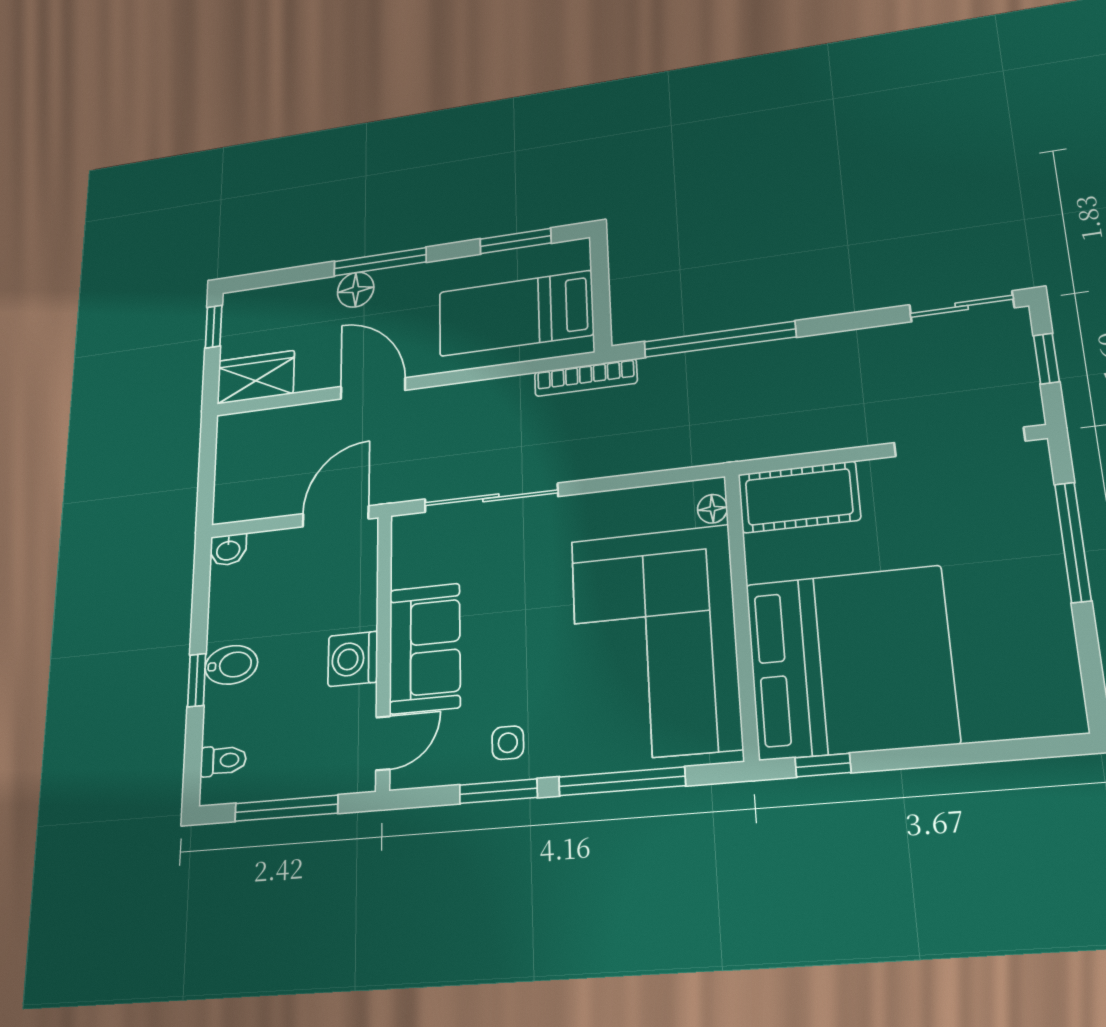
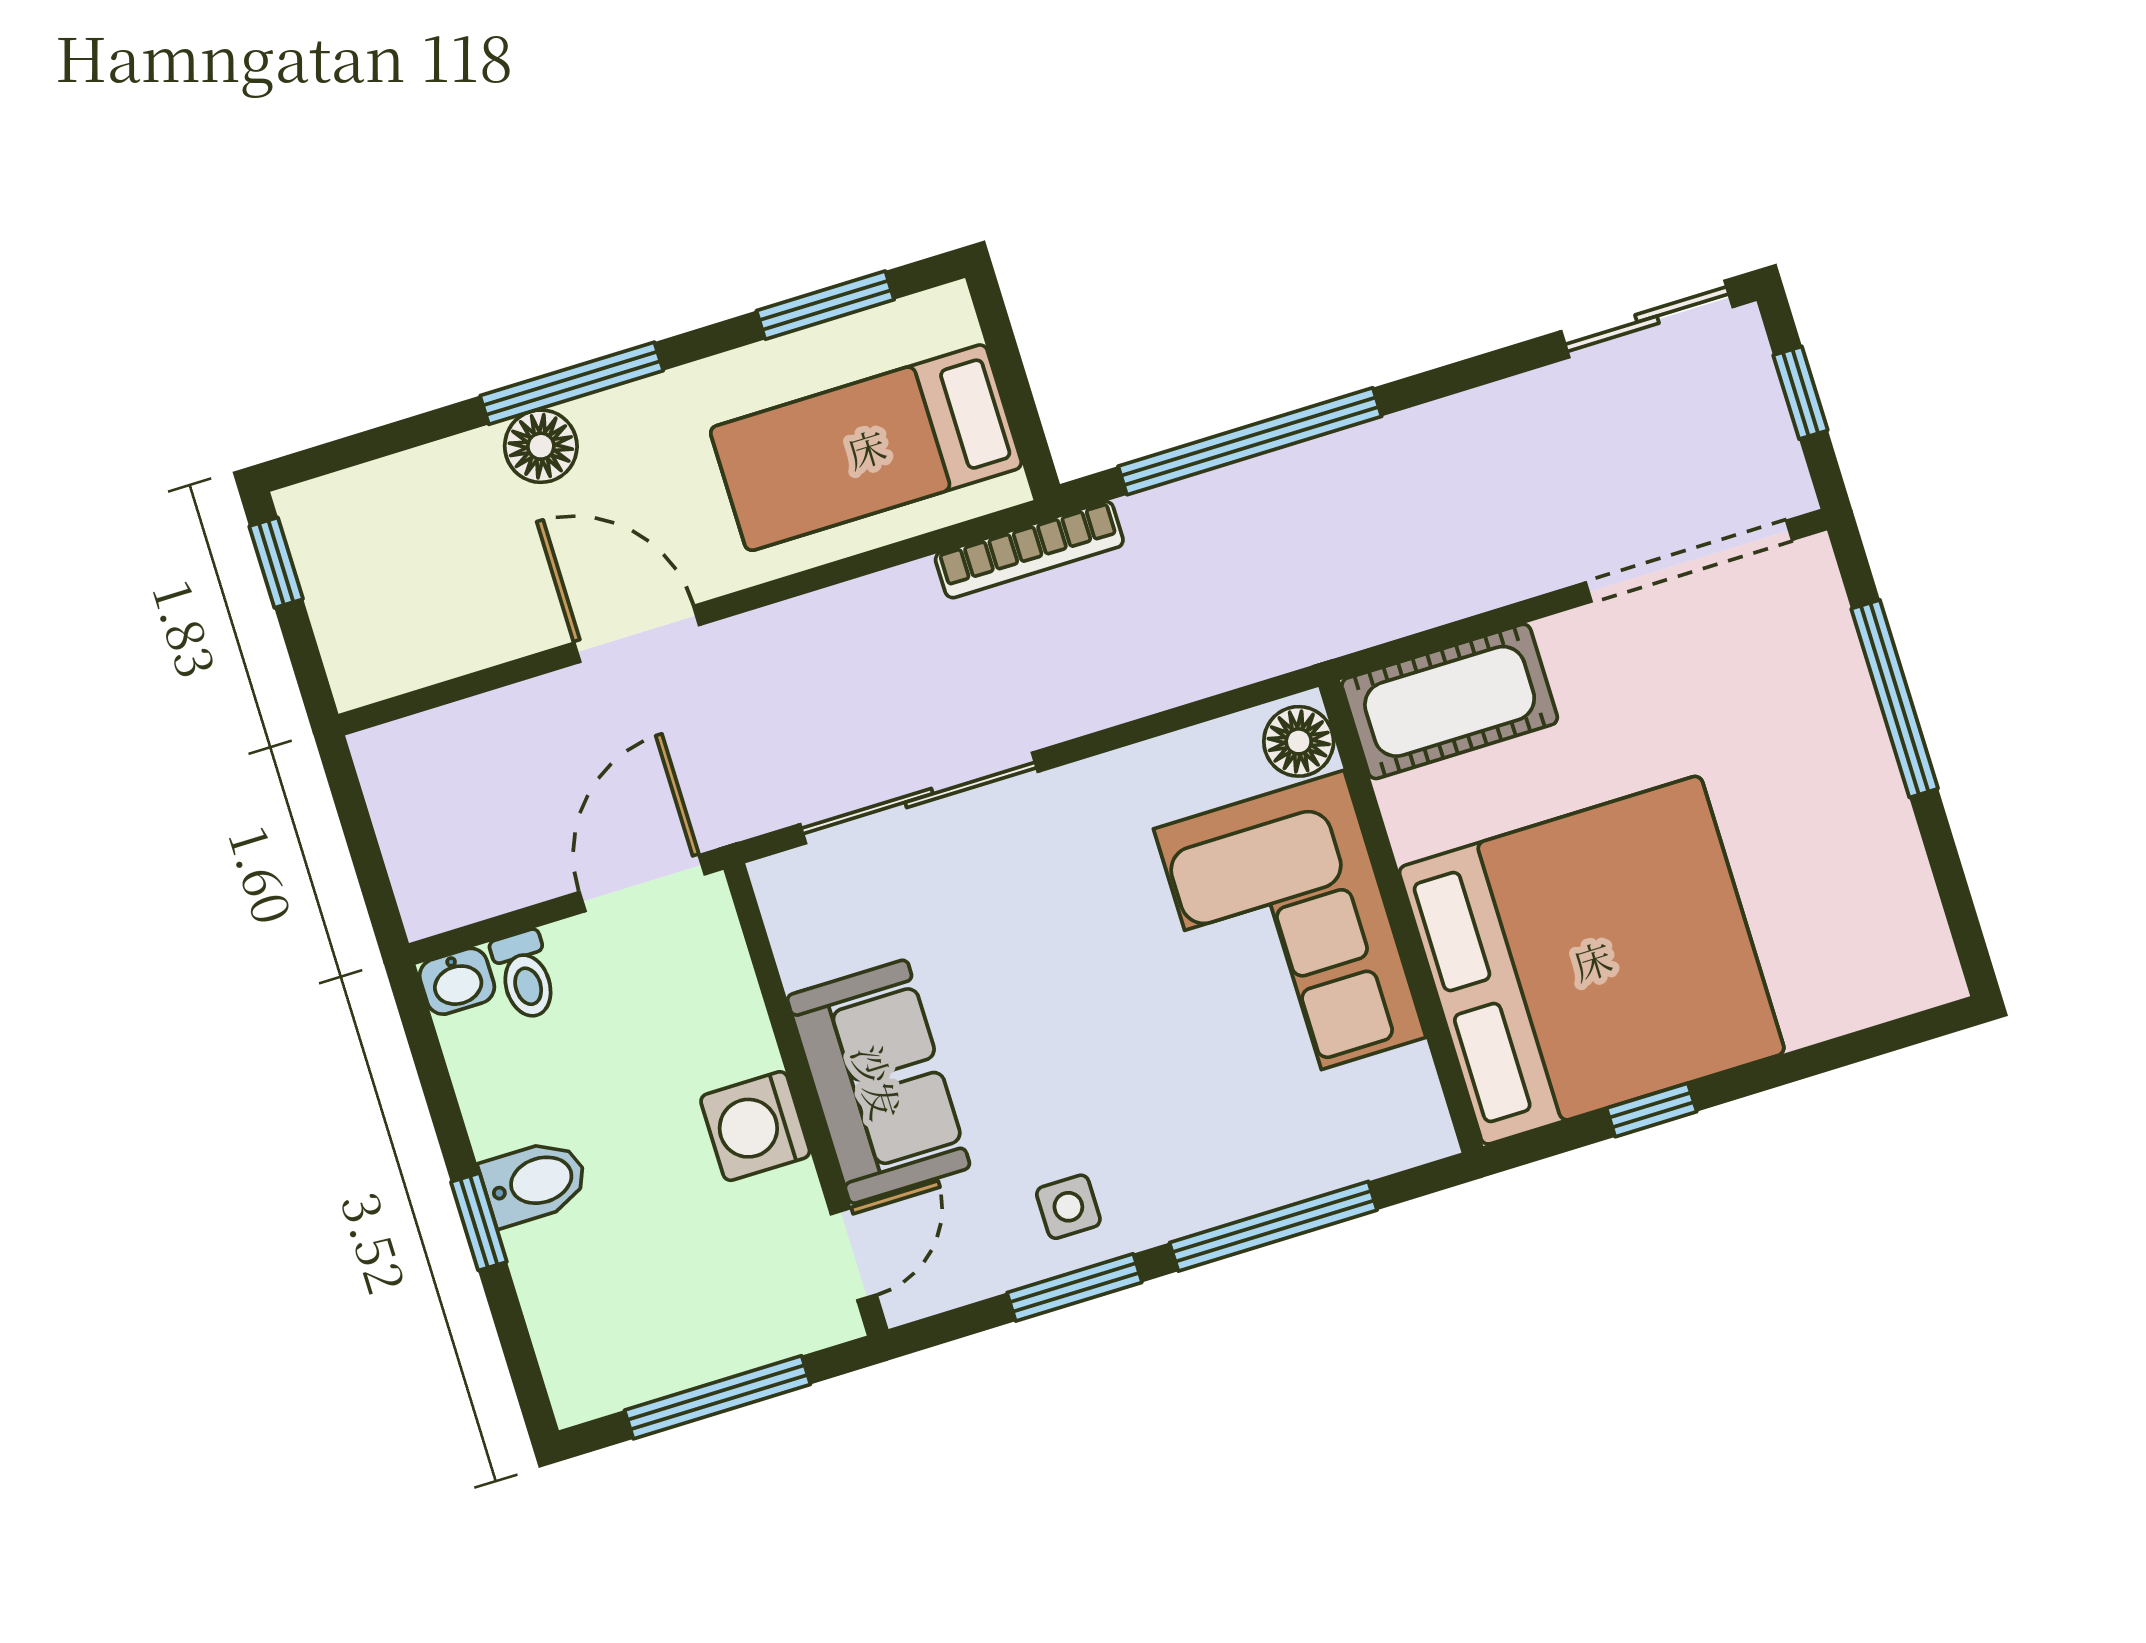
wardrobe: (256, 377) -> (398, 649), removed
floor lamp: (712, 509) -> (1299, 741), width x1.37, depth x1.37
corner sofa: (655, 643) -> (1290, 933), width x0.73, depth x0.74
toilet: (223, 761) -> (525, 975), moved, turned 90
window: (823, 765) -> (1652, 1110), moved

